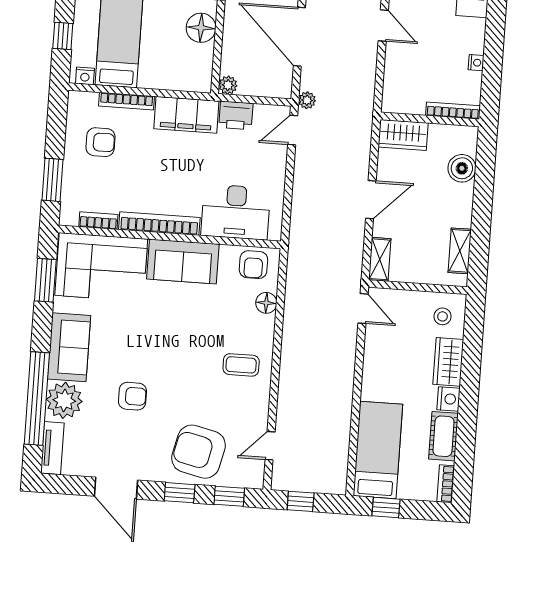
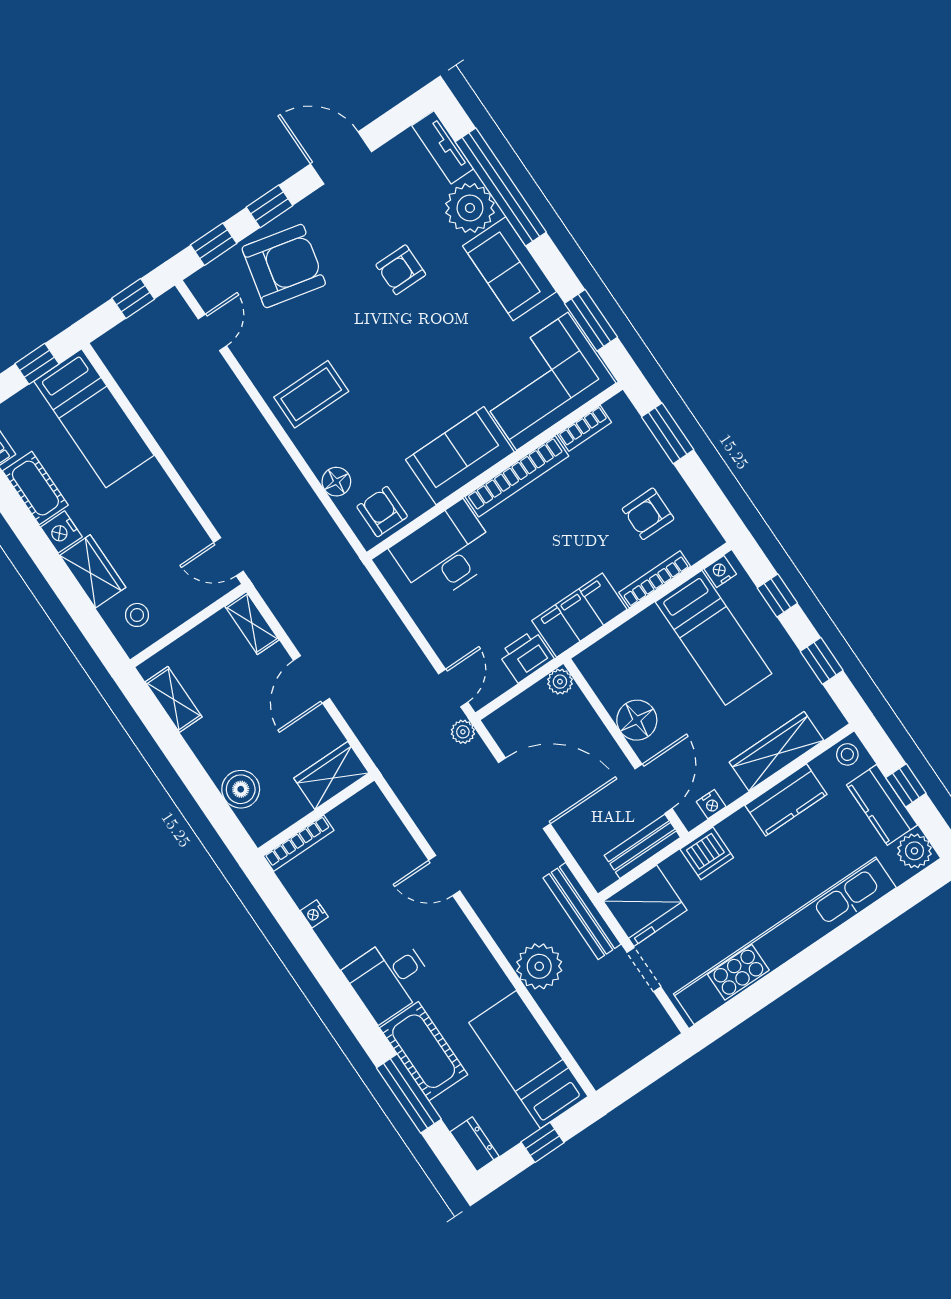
coffee table: (241, 365) -> (311, 394), width x1.36, depth x1.30

